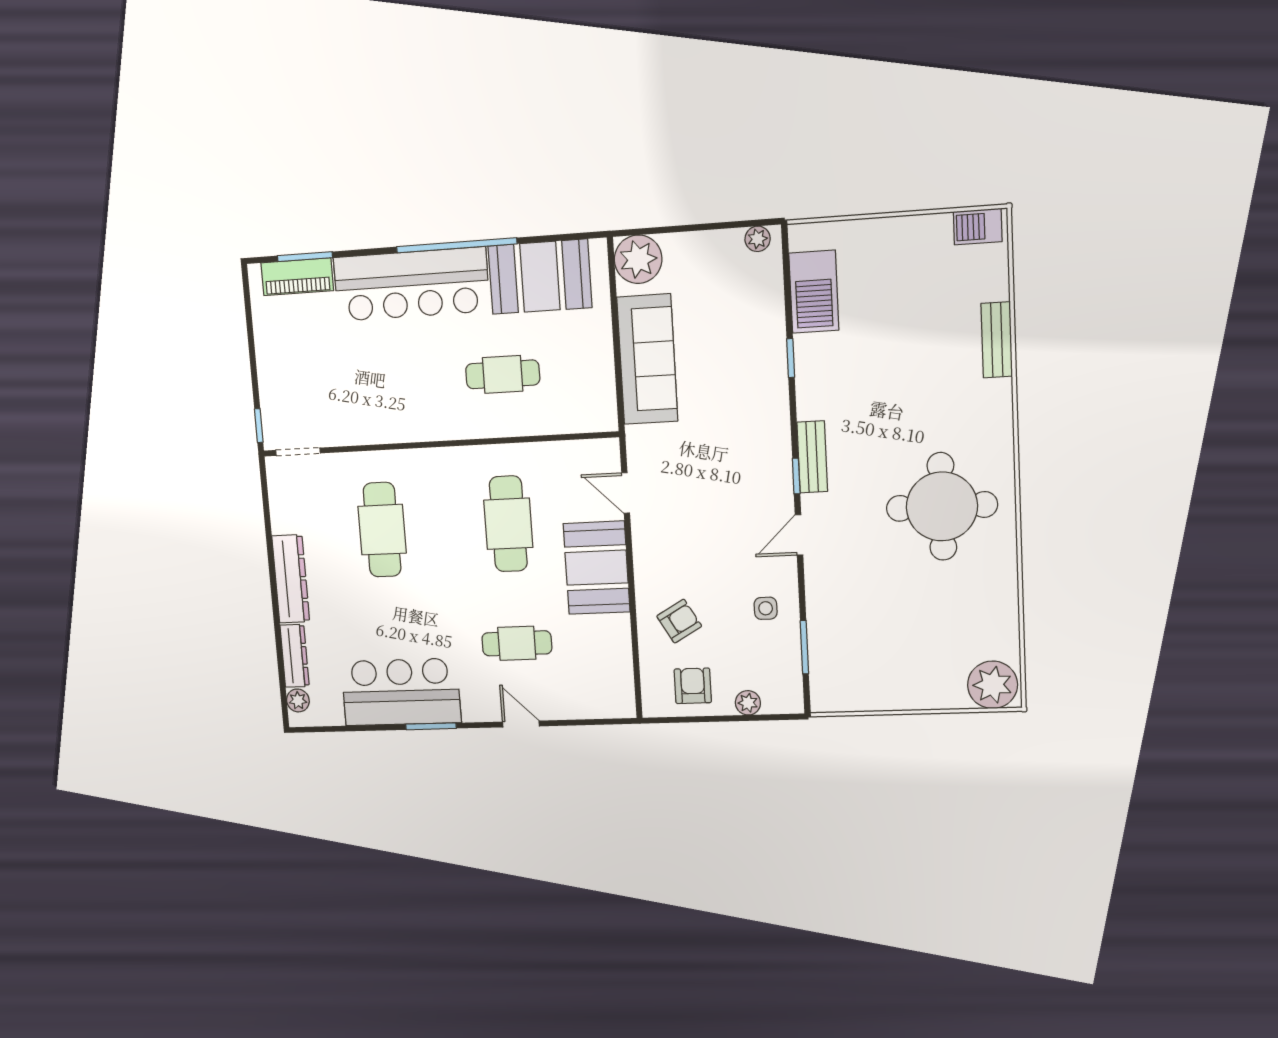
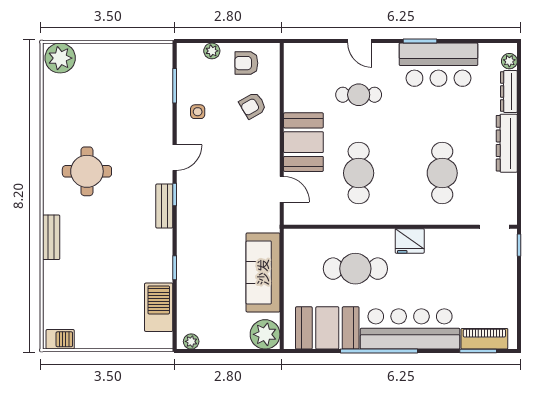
bench: (997, 340) -> (51, 237), moved
cafe table: (503, 374) -> (355, 269), width x1.37, depth x1.35
fridge: (423, 423) -> (410, 241), added
round table: (942, 506) -> (87, 171), width x0.73, depth x0.73
armchair: (693, 686) -> (246, 63), turned 90

